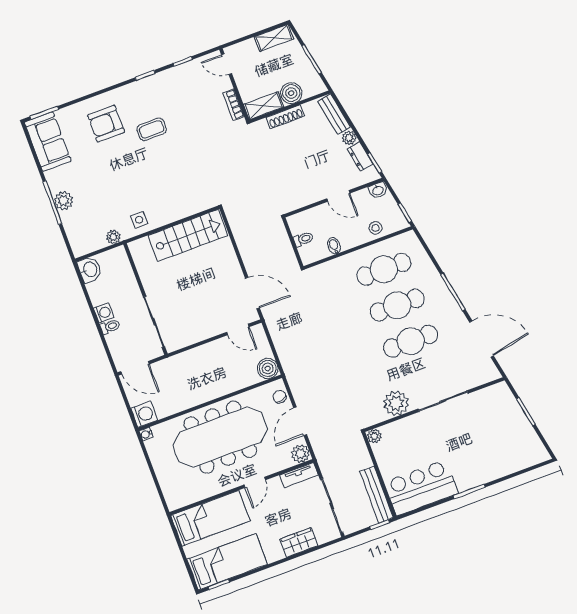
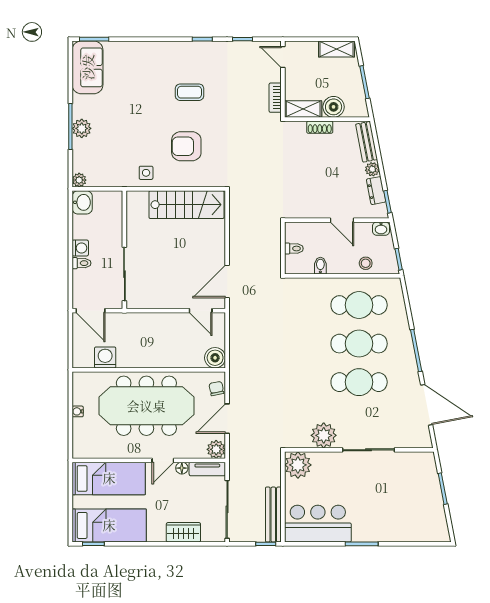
shoe rack: (285, 117) -> (320, 127), width x0.70
armchair: (106, 124) -> (186, 146), moved
plant: (113, 237) -> (79, 180), moved
door: (252, 293) -> (227, 281), swing flipped
washing machine: (144, 414) -> (105, 357), moved, turned -90
water cooler: (146, 434) -> (78, 411), moved
plant: (374, 436) -> (298, 465), width x1.87, depth x1.87
floor lamp: (275, 483) -> (182, 468), added

